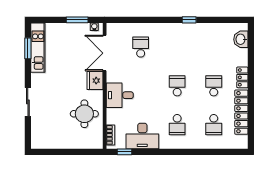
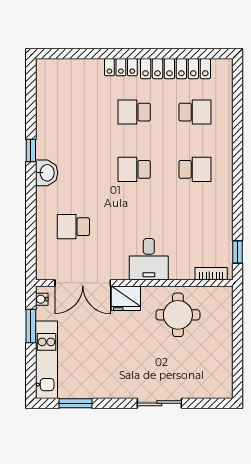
washbasin: (241, 39) -> (47, 173), moved, turned -90
kitchen unit: (38, 48) -> (46, 360), moved, turned 90
desk: (142, 136) -> (213, 224), removed

